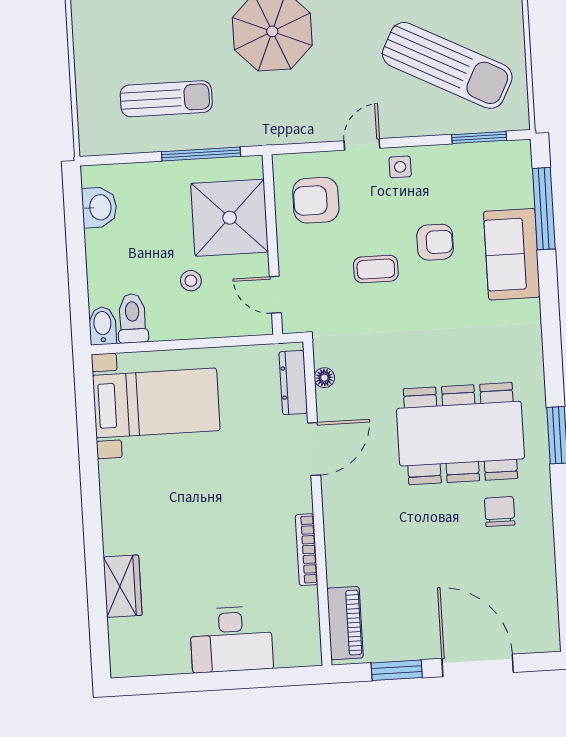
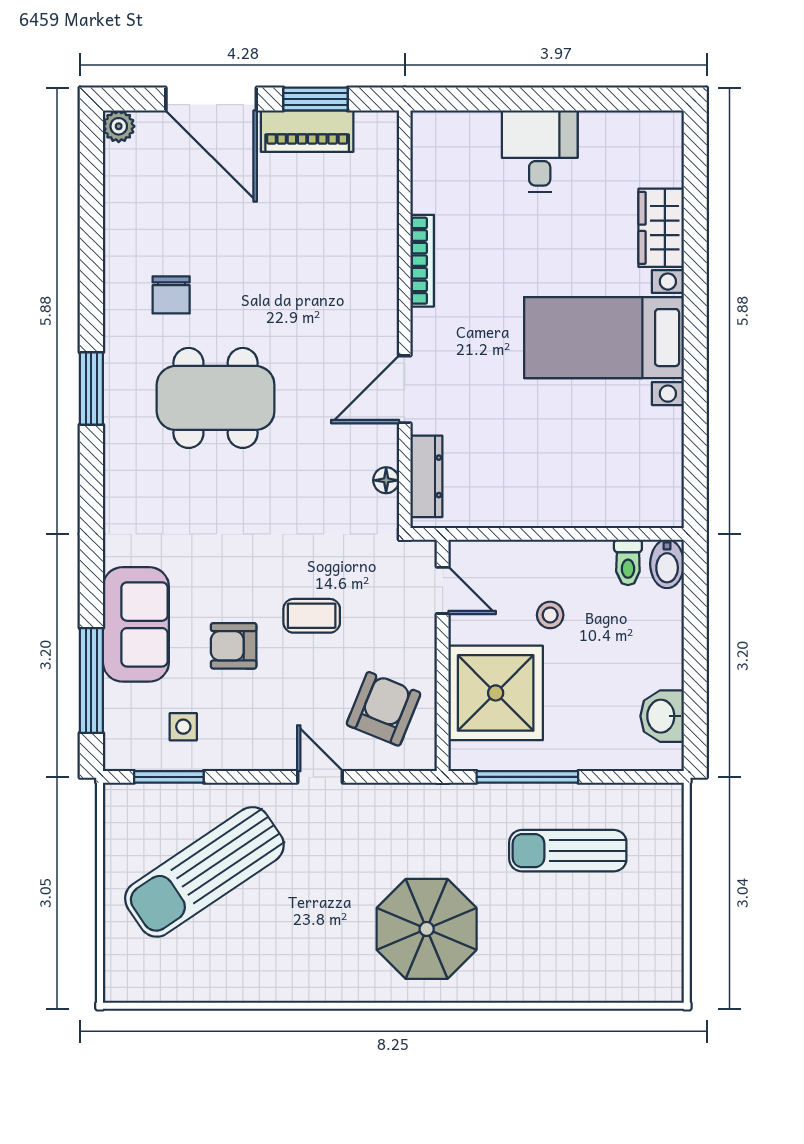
sun lounger: (447, 65) -> (204, 872), turned -61
door: (362, 144) -> (320, 777), swing flipped
side table: (400, 167) -> (183, 727), moved
armchair: (316, 200) -> (384, 709), turned -68
toilet: (132, 318) -> (628, 562), width x0.73, depth x0.72
bed with nightstands: (156, 403) -> (604, 338), moved
dining table: (460, 434) -> (216, 398), width x0.73, depth x0.80
piano: (345, 623) -> (307, 131), moved, turned -90
desk: (231, 639) -> (540, 151), width x0.73
plant: (548, 640) -> (119, 126), added

